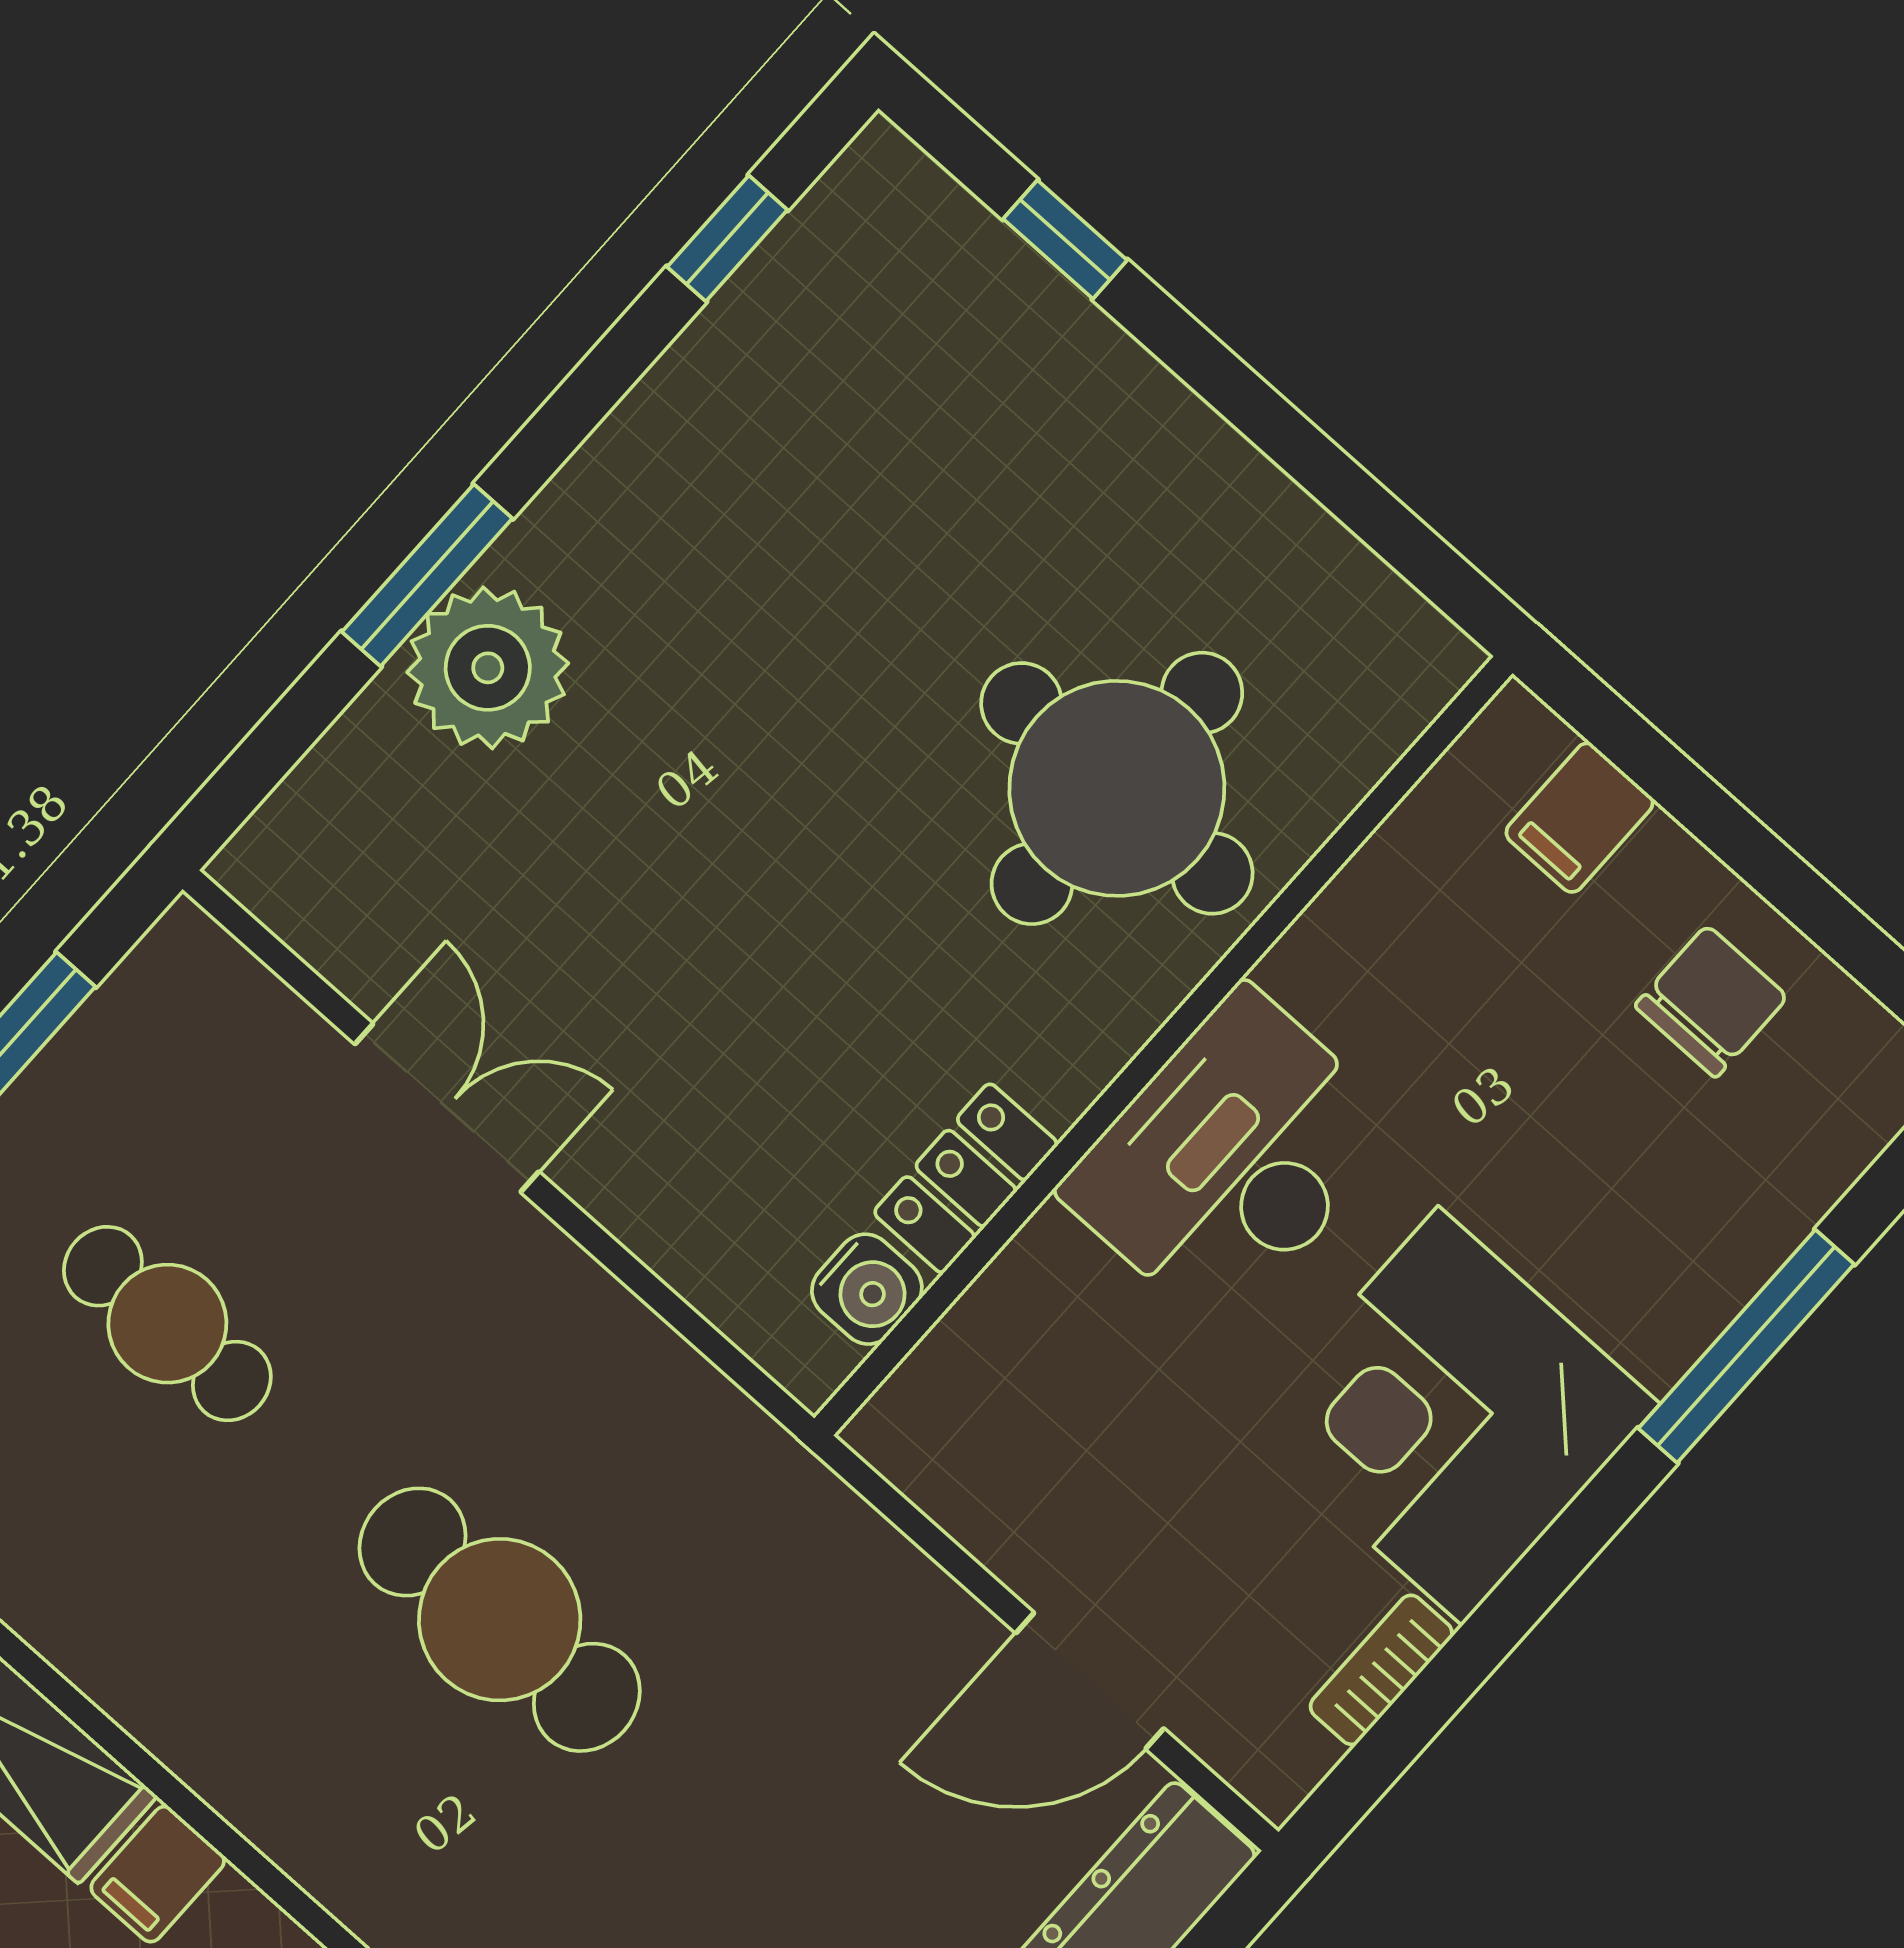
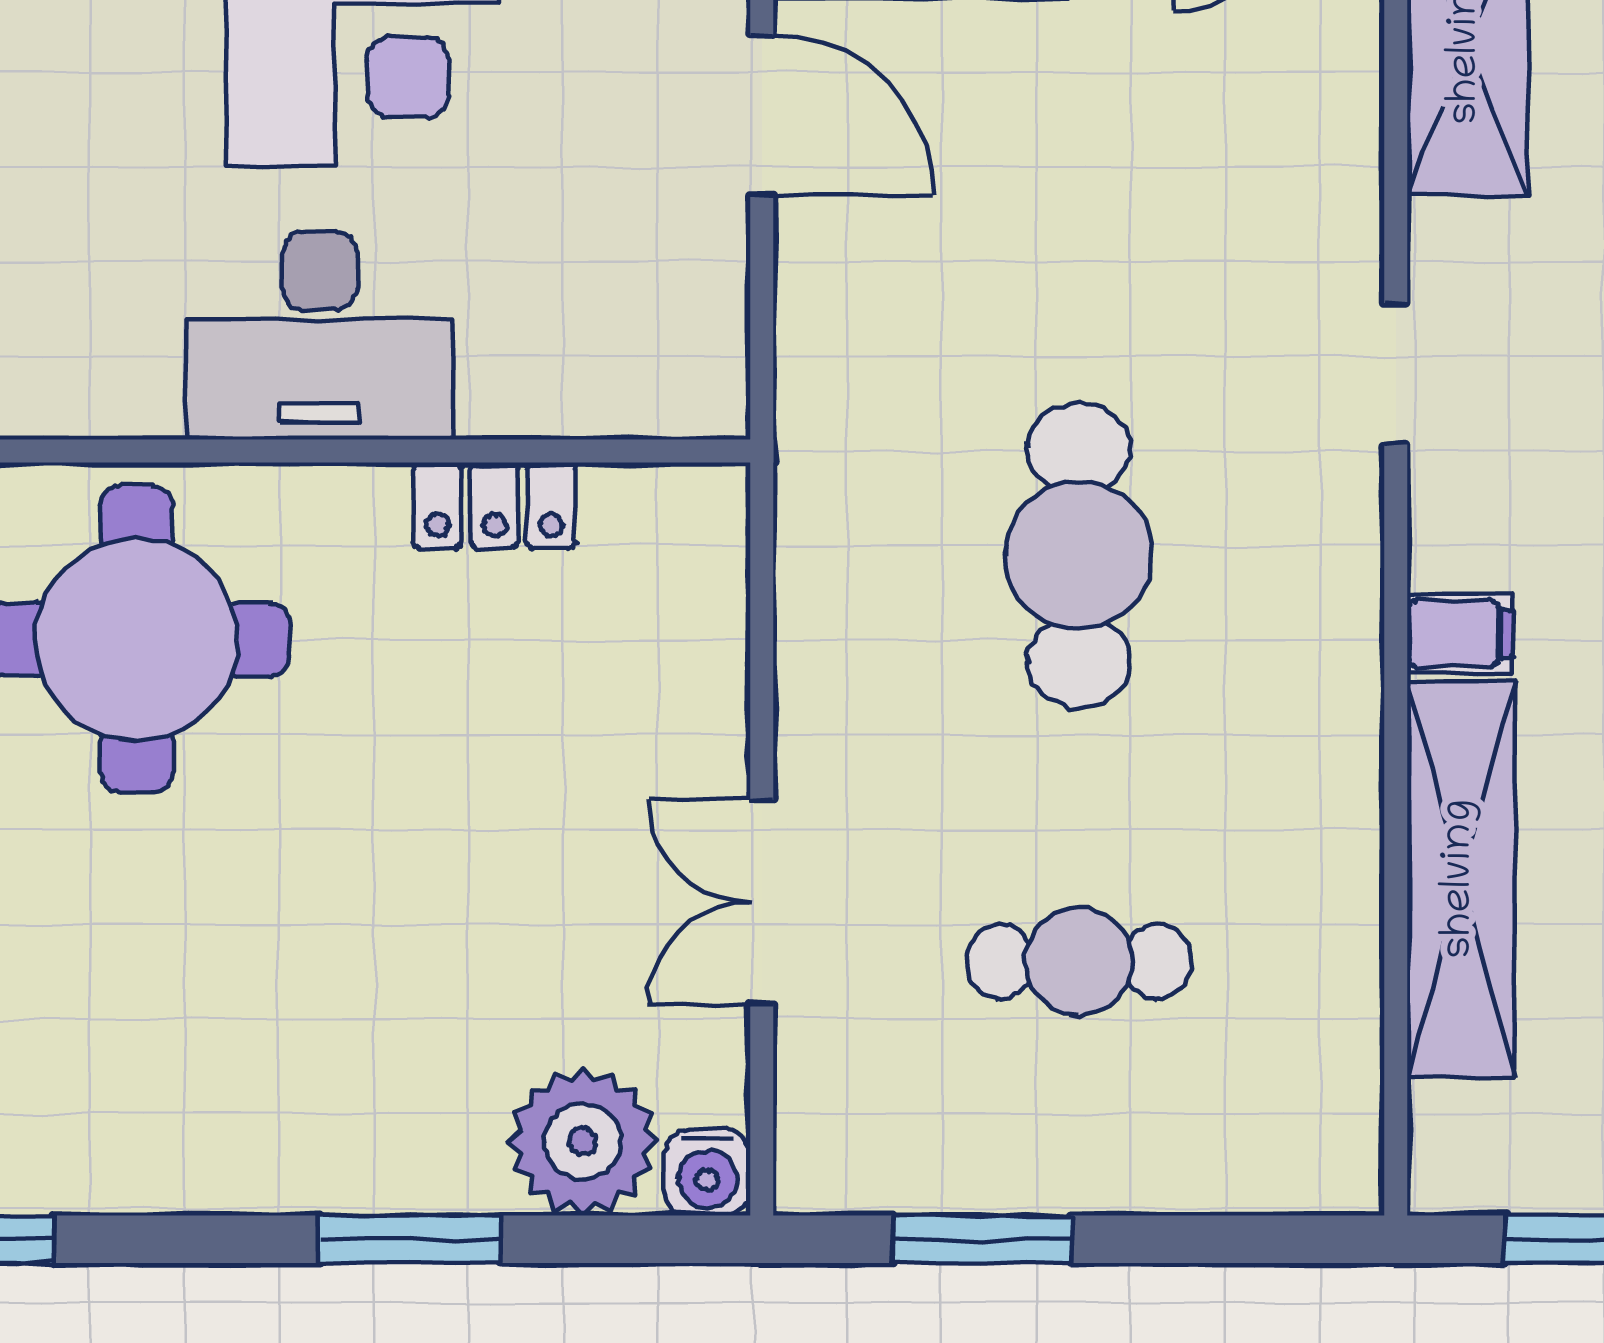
plant: (488, 668) -> (583, 1142), moved
water cooler: (867, 1289) -> (707, 1172), moved, turned 180
cafe table: (167, 1324) -> (1079, 962), turned 90

